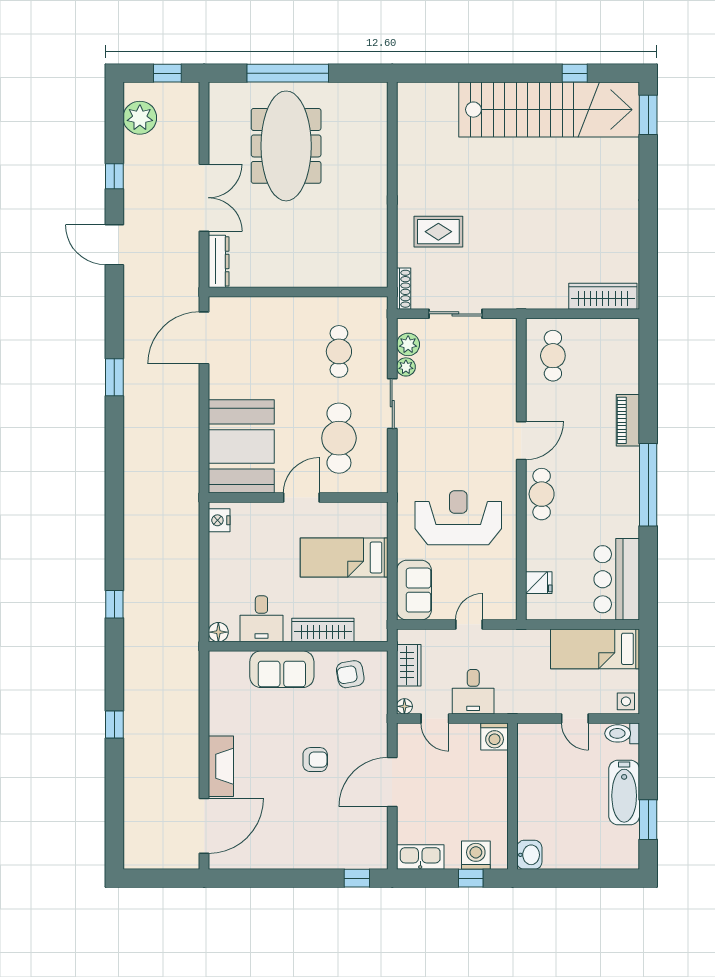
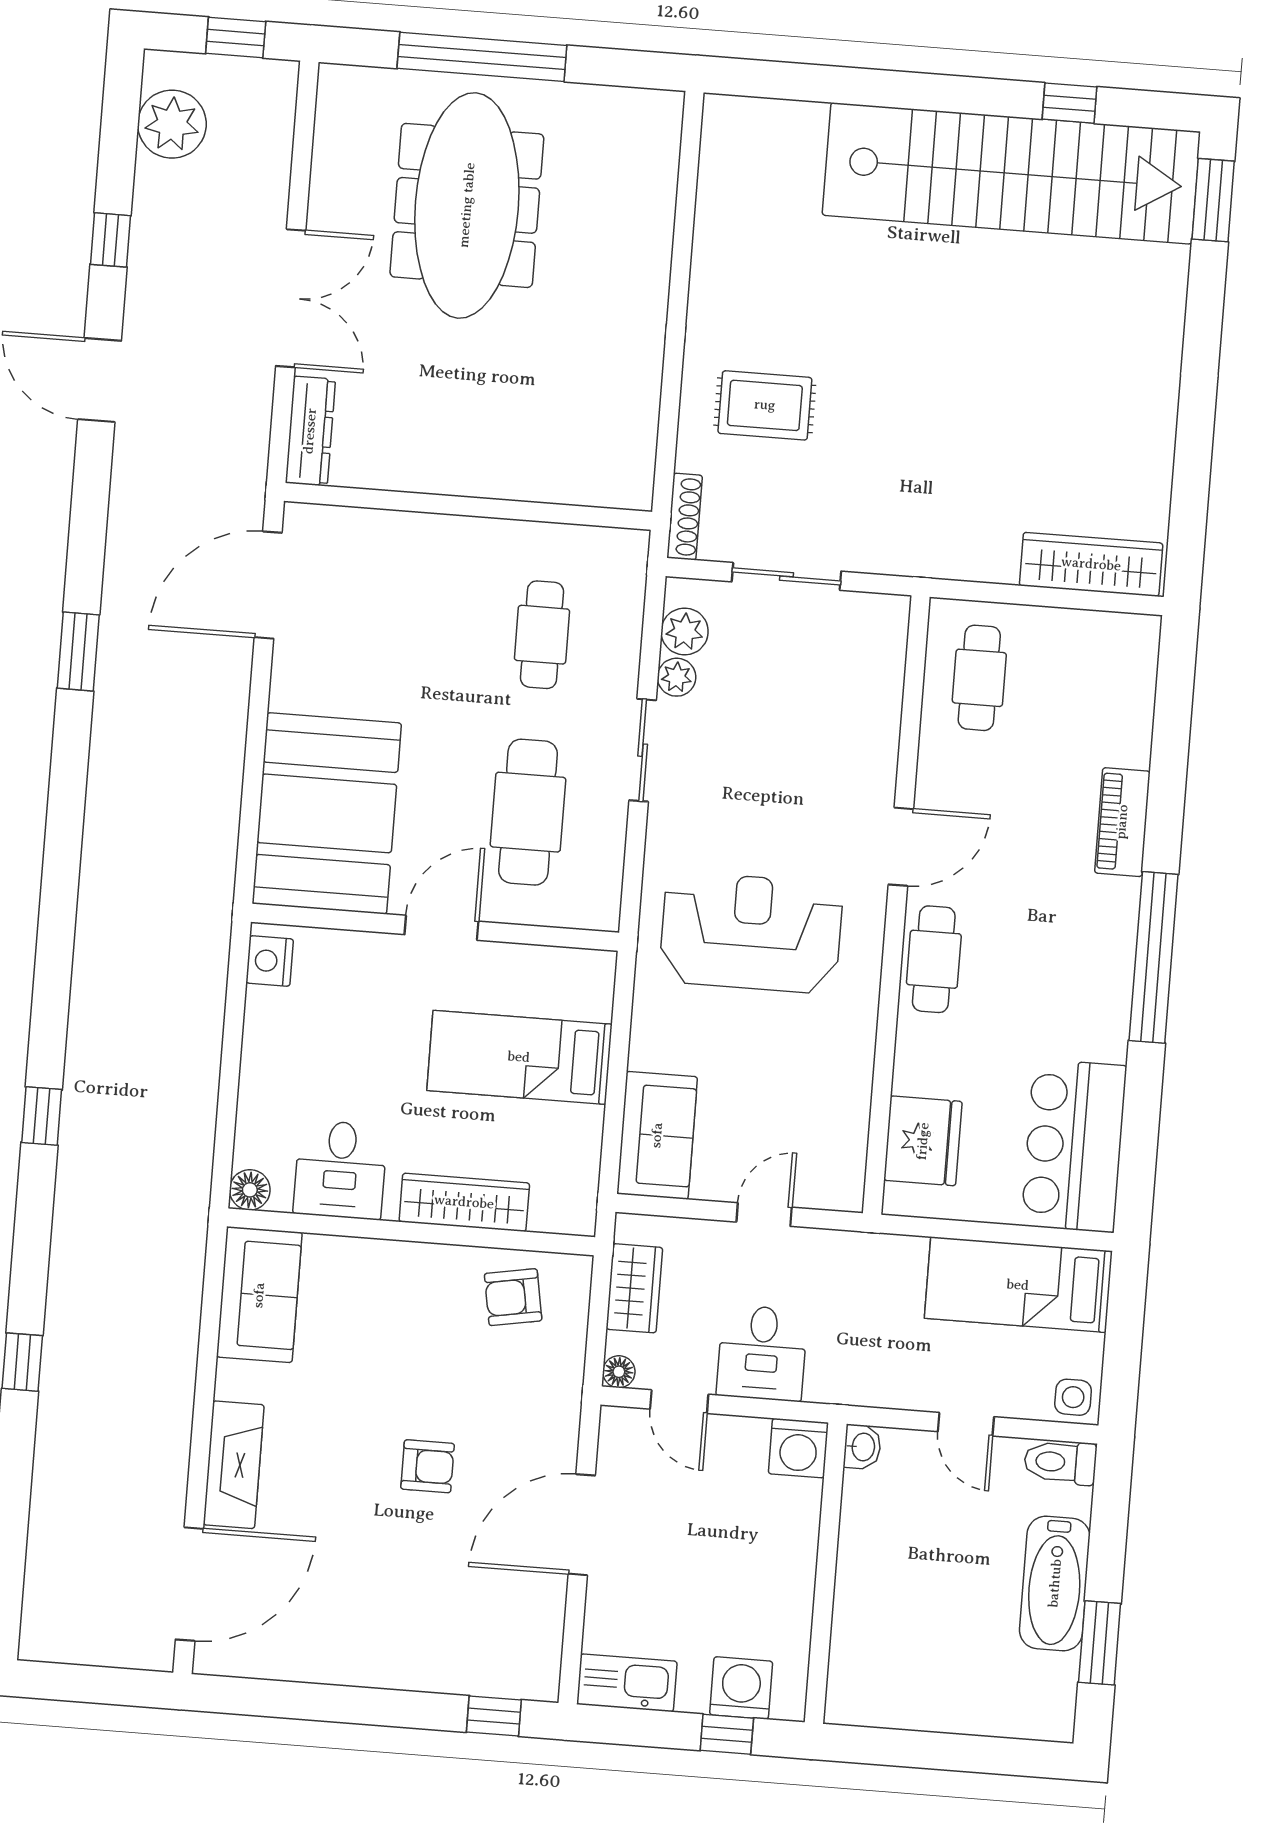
reception desk: (458, 518) -> (751, 933), moved
fridge: (539, 583) -> (923, 1141), width x1.88, depth x1.34
sofa: (282, 669) -> (259, 1295), moved, turned -90
washbasin: (529, 855) -> (862, 1447), moved, width x0.72, depth x0.69

